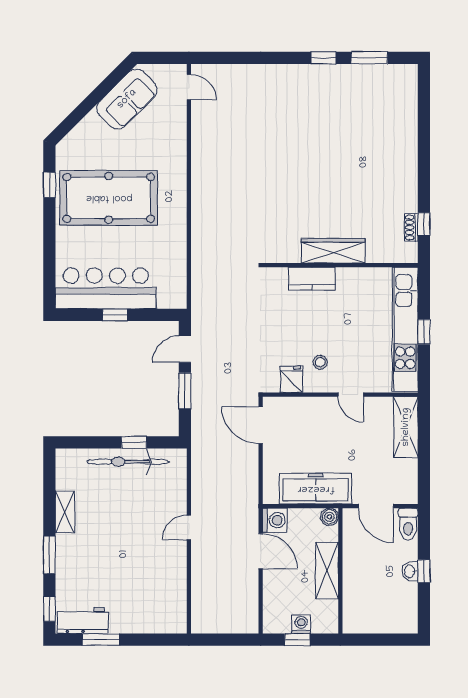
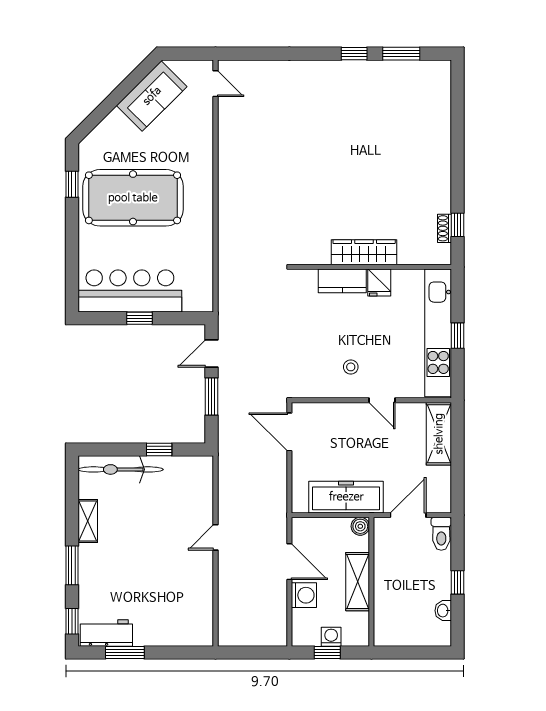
fridge: (291, 379) -> (379, 283), moved, turned 180
bicycle: (128, 462) -> (121, 469), moved
door: (376, 506) -> (408, 515), swing flipped
washing machine: (275, 520) -> (304, 595), moved
washbasin: (410, 571) -> (443, 611), moved

